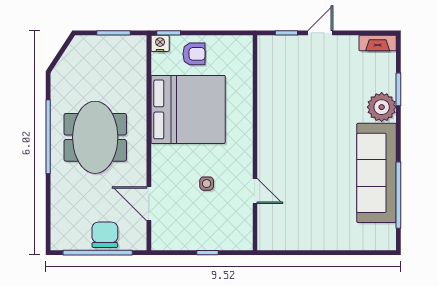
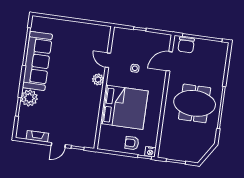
fireplace: (378, 43) -> (37, 136), moved
bed: (188, 109) -> (124, 107), moved, turned 180
meeting table: (95, 137) -> (195, 103), turned 90
plant: (267, 155) -> (98, 79), added
door: (149, 204) -> (169, 61), swing flipped
chair: (105, 235) -> (186, 45), moved

